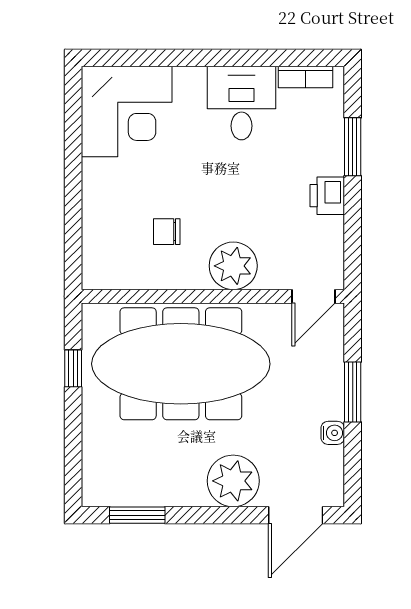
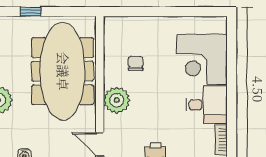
corner desk: (127, 111) -> (202, 59), moved
window: (73, 368) -> (31, 12), moved

